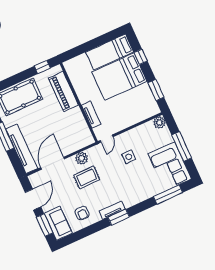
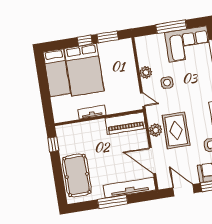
window: (141, 57) -> (85, 41), moved
piano: (63, 92) -> (125, 123), moved
tv unit: (91, 115) -> (92, 112), moved
plant: (159, 122) -> (146, 72), moved
rug: (87, 177) -> (176, 130), width x1.36, depth x1.43

